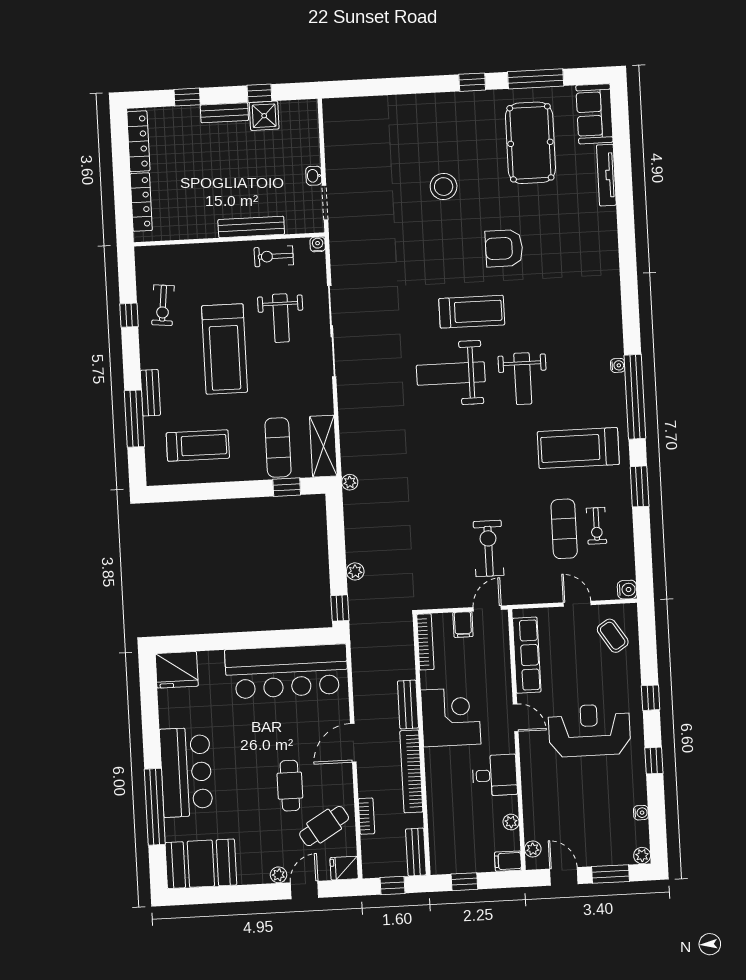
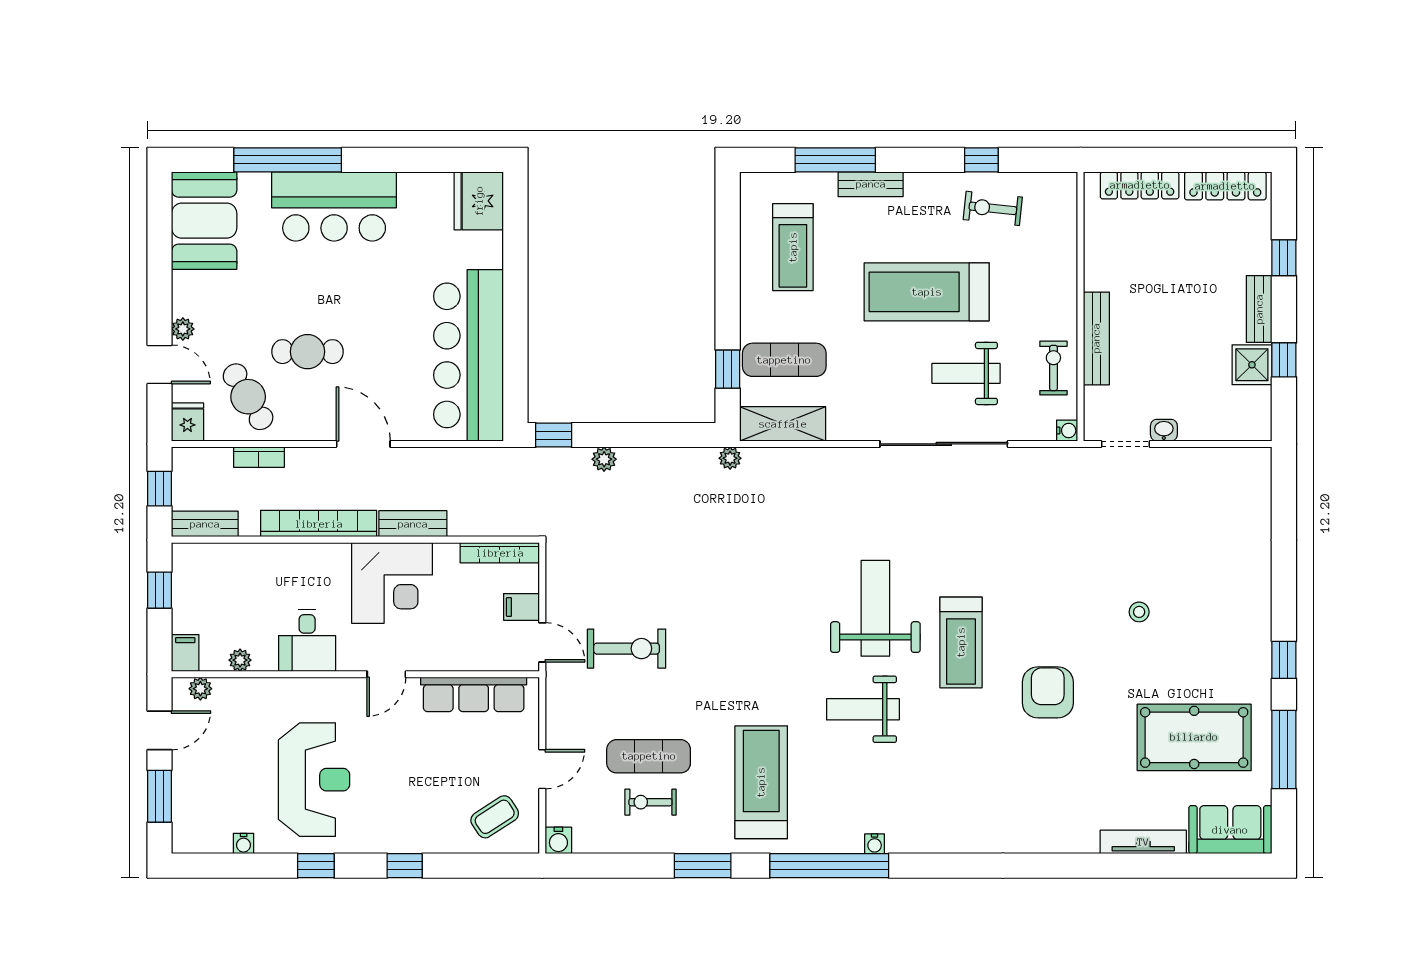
stool: (444, 187) -> (1139, 612), width x0.53, depth x0.53
reception desk: (589, 730) -> (314, 780), moved
plant: (642, 856) -> (183, 842), removed

